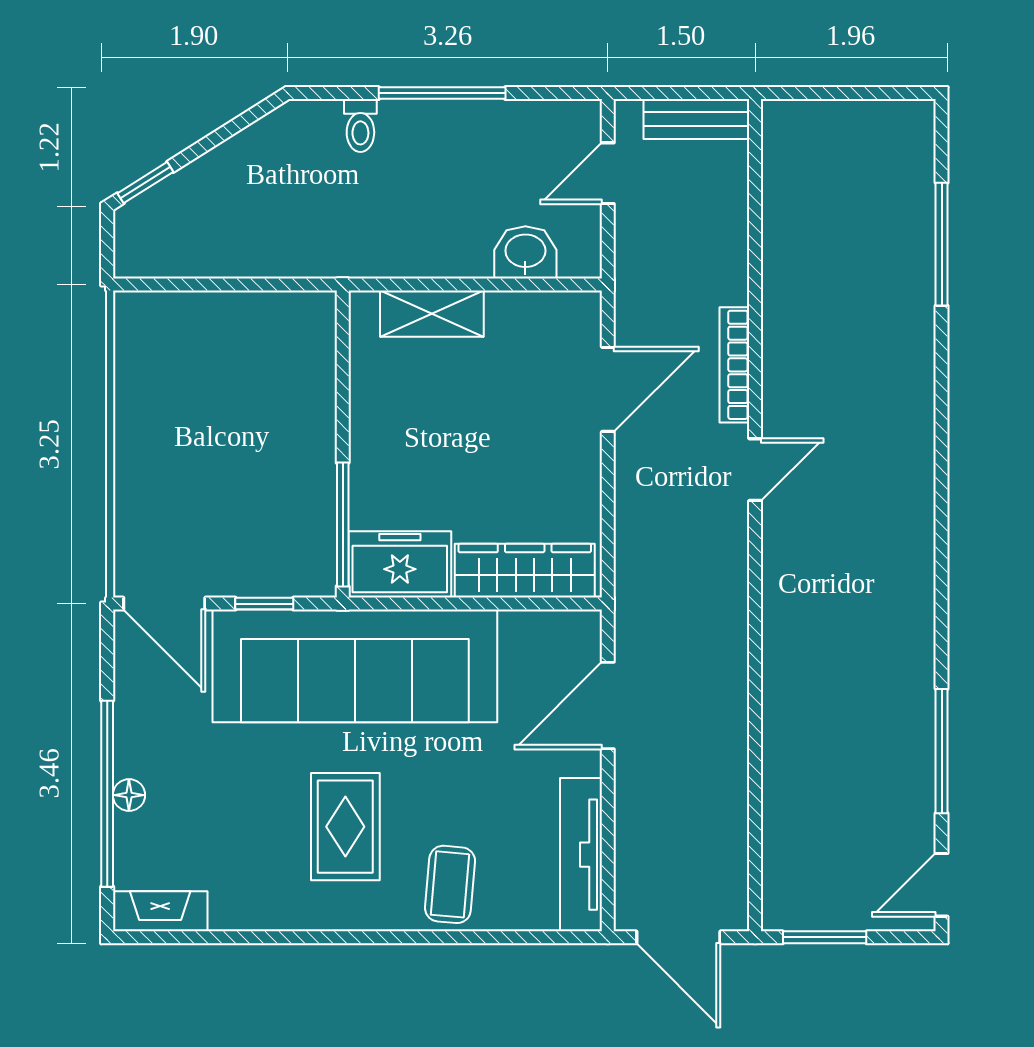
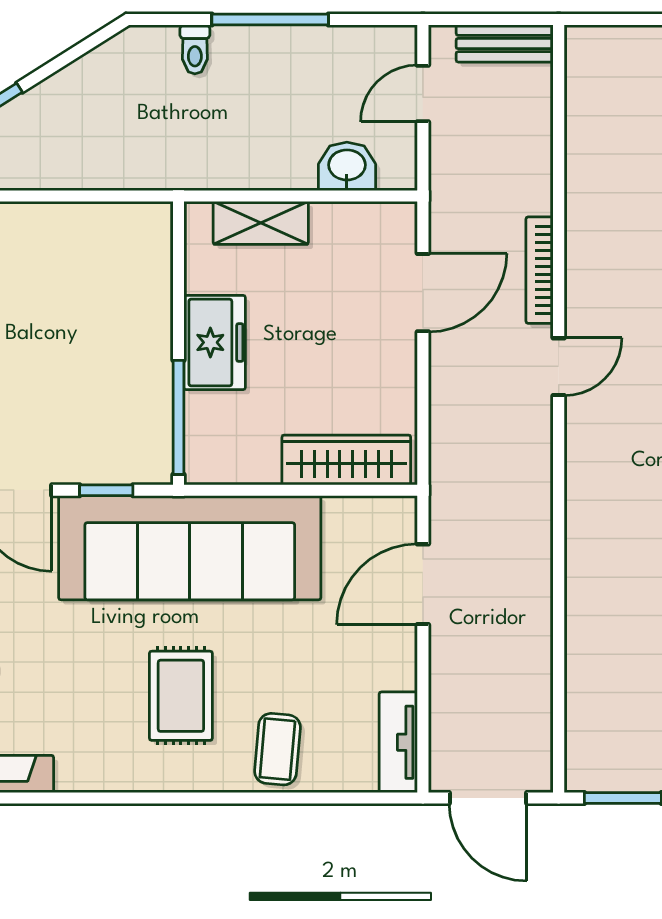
freezer: (400, 564) -> (215, 342), moved, turned 90
tv unit: (581, 855) -> (398, 742), width x0.71

